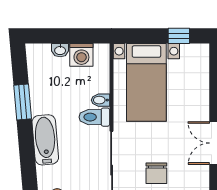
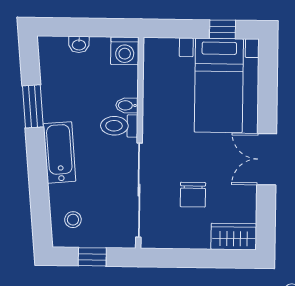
washing machine: (81, 55) -> (125, 51), moved
bed with nightstands: (146, 82) -> (219, 85), moved

